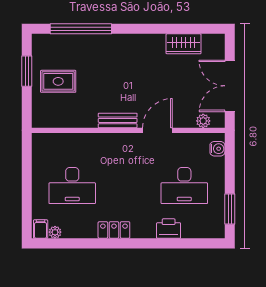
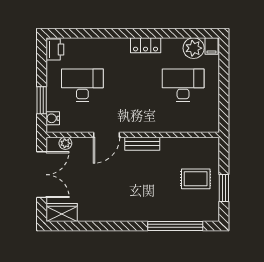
wardrobe: (184, 44) -> (62, 212), moved
window: (230, 209) -> (42, 100), moved
printer: (169, 229) -> (55, 50), moved, turned -90
plant: (55, 232) -> (194, 48), width x1.88, depth x1.88

